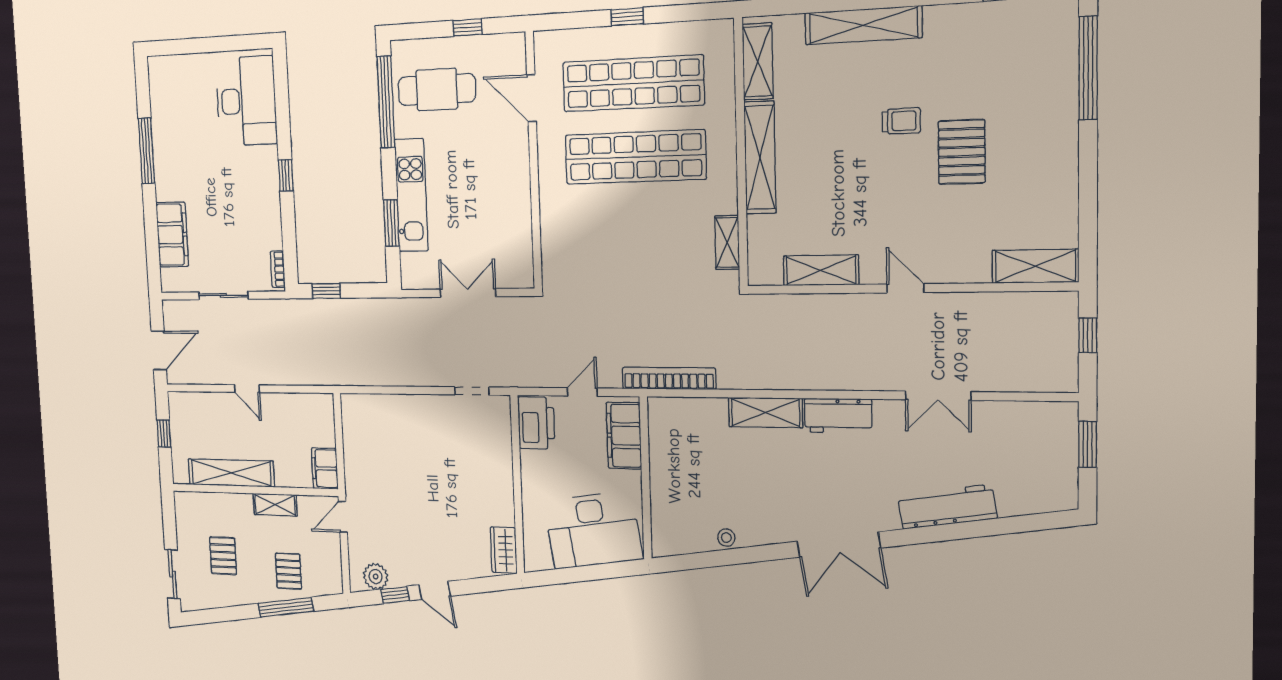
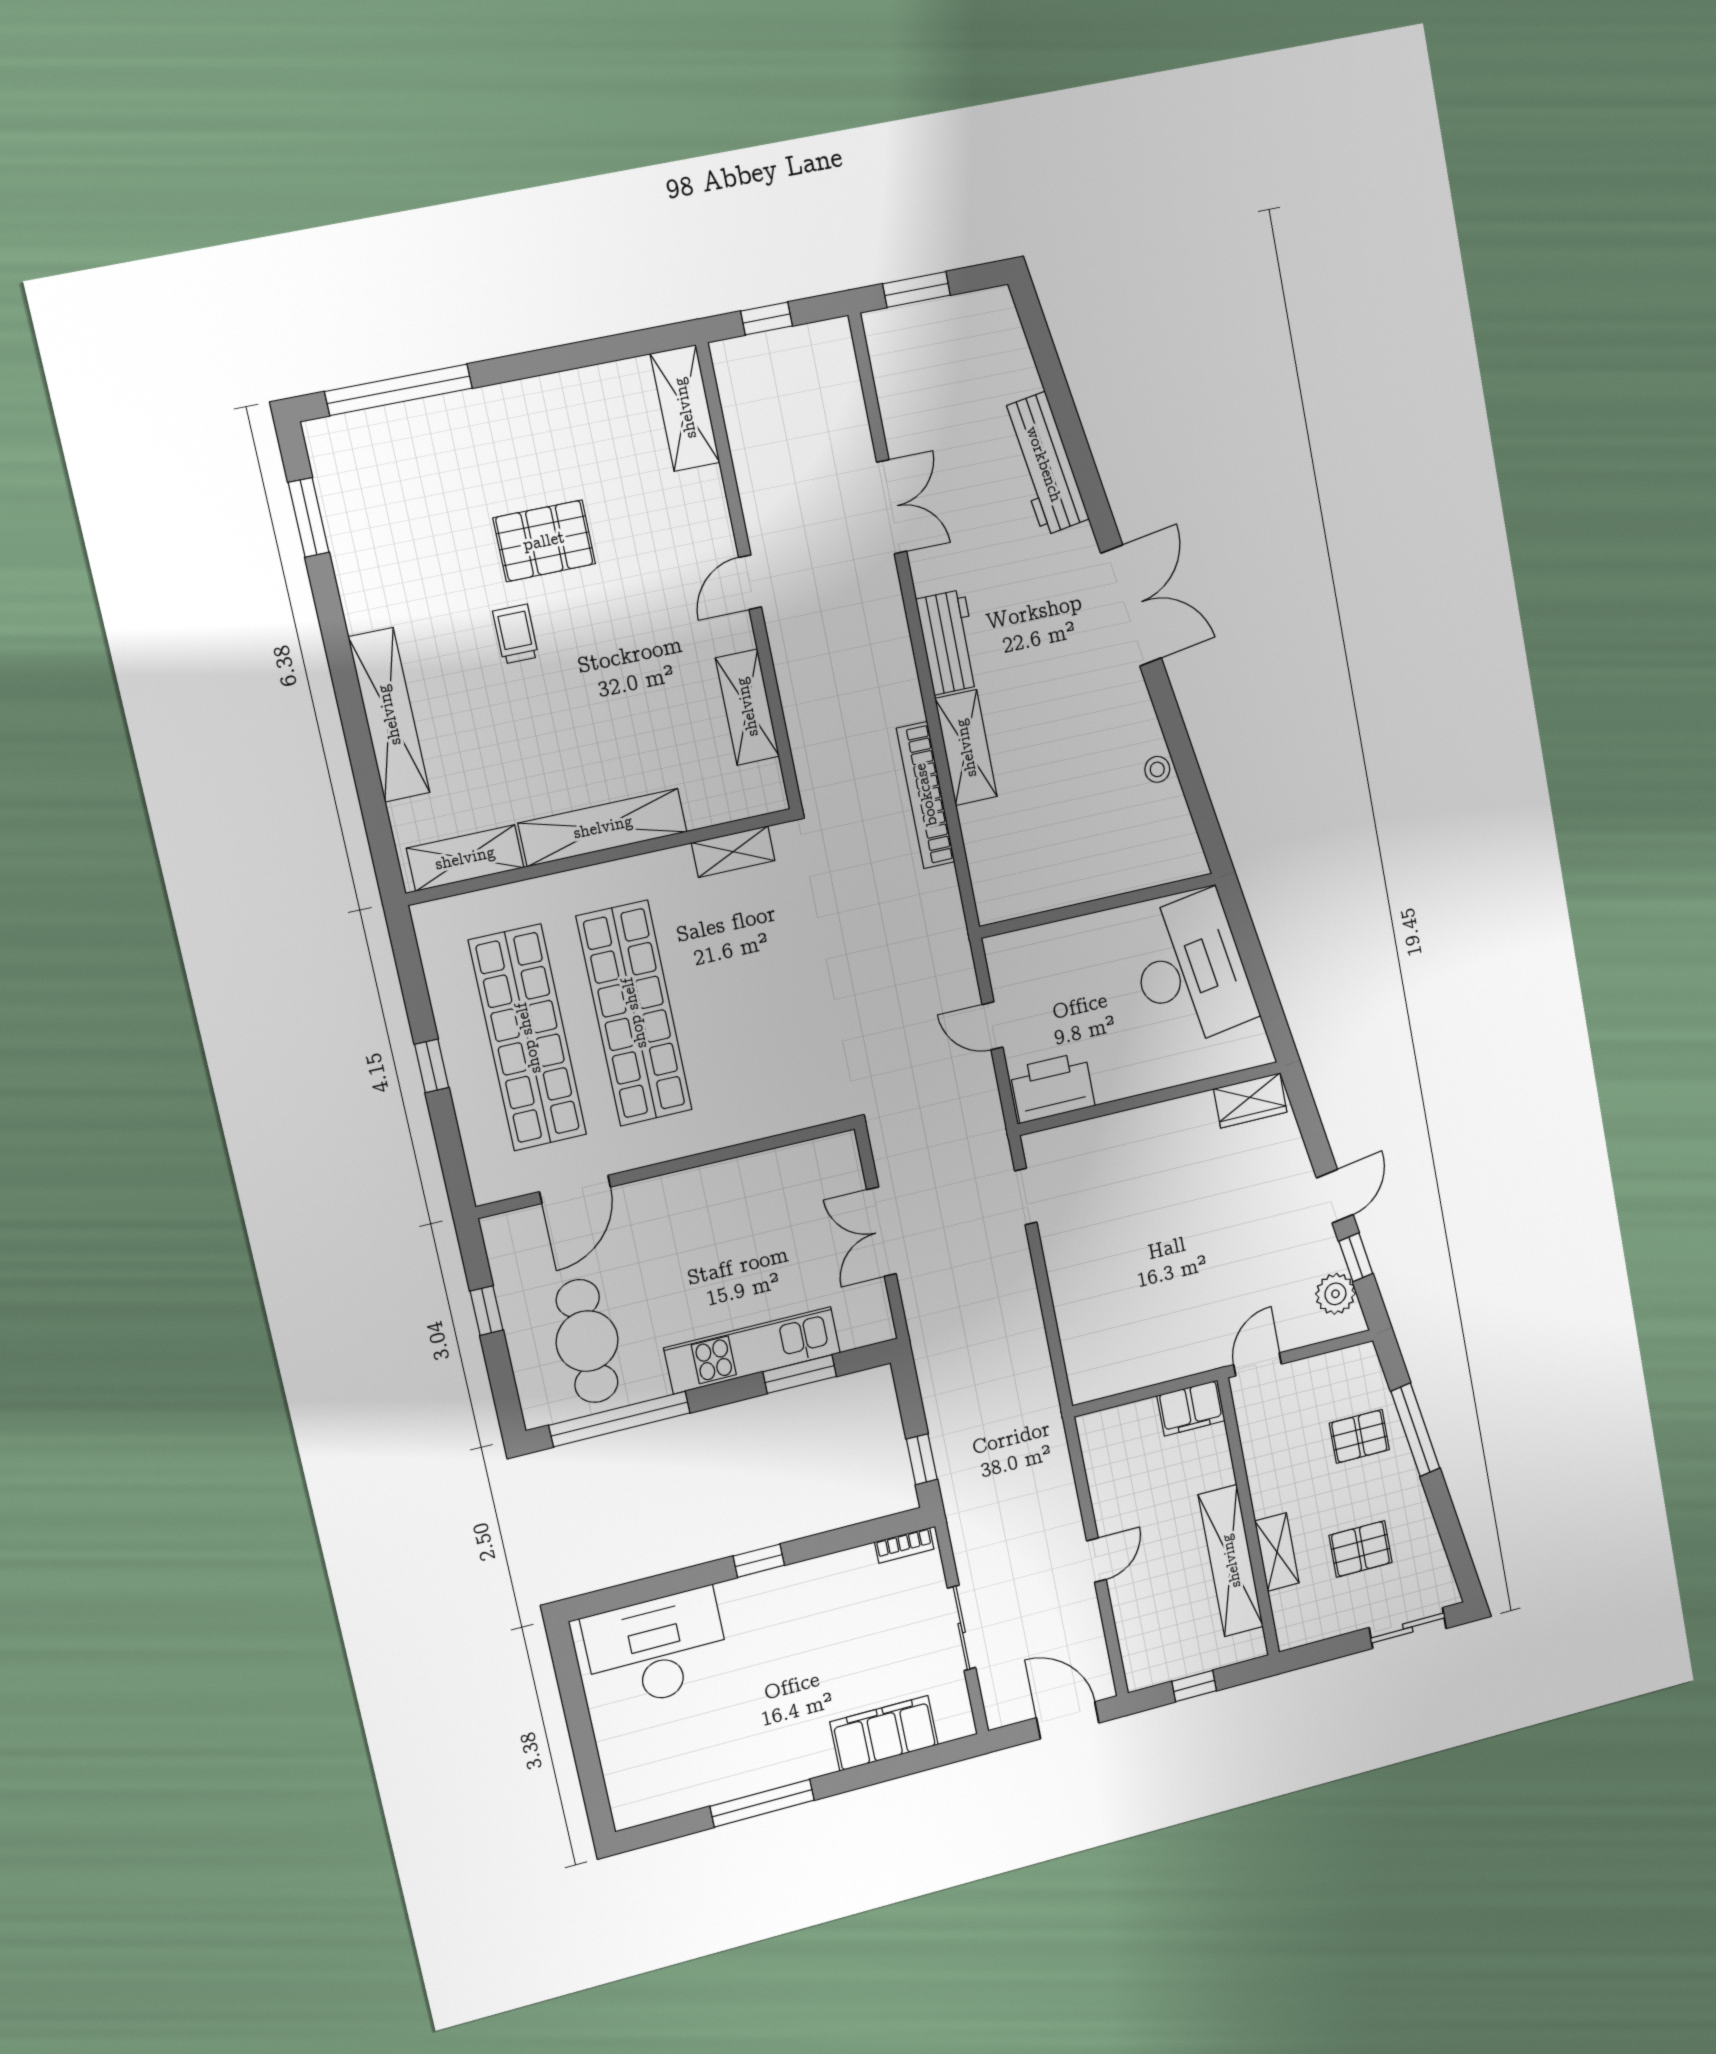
bookcase: (669, 378) -> (926, 795), moved
filing cabinet: (624, 436) -> (1043, 950), removed
shelving: (275, 505) -> (1277, 1552), moved
door: (343, 517) -> (1258, 1364), swing flipped

